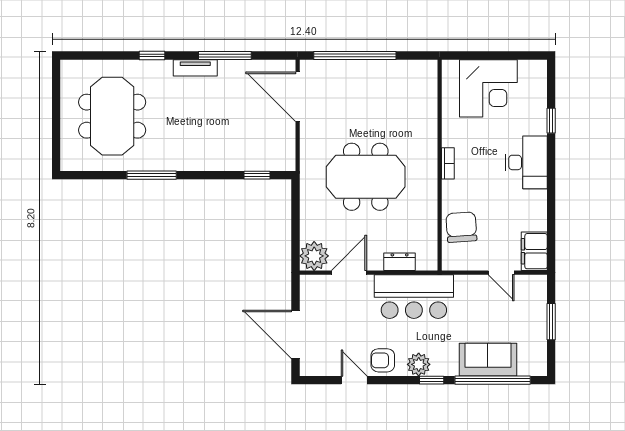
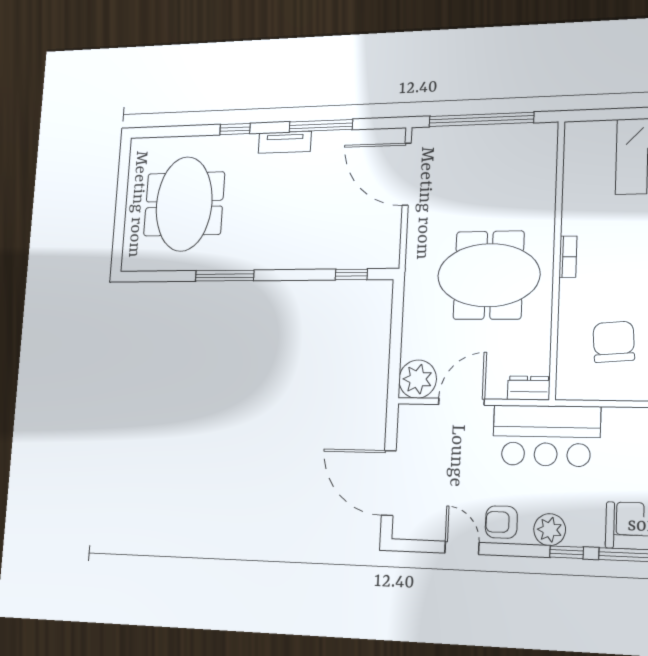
bookcase: (448, 163) -> (568, 257), moved
wall: (440, 165) -> (557, 259), moved

